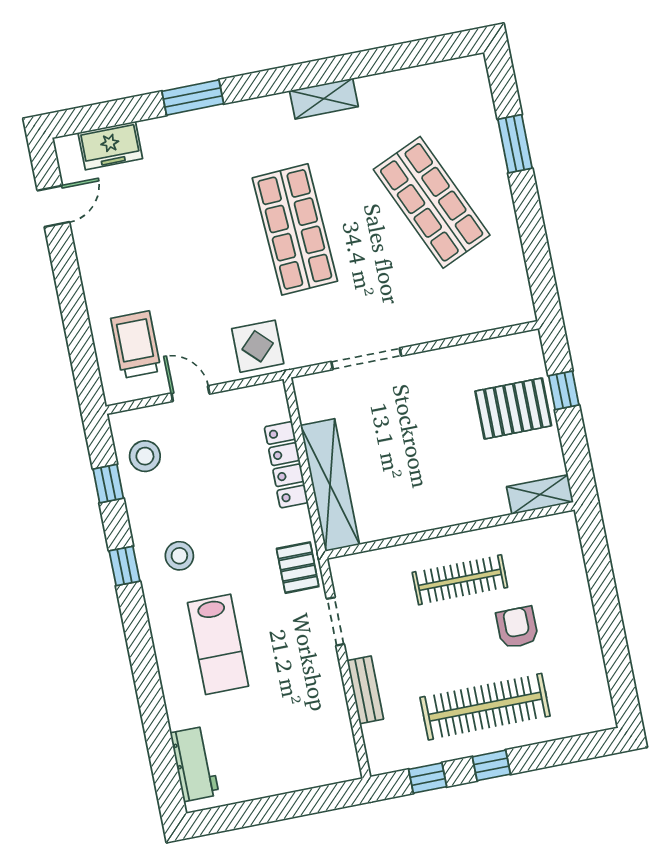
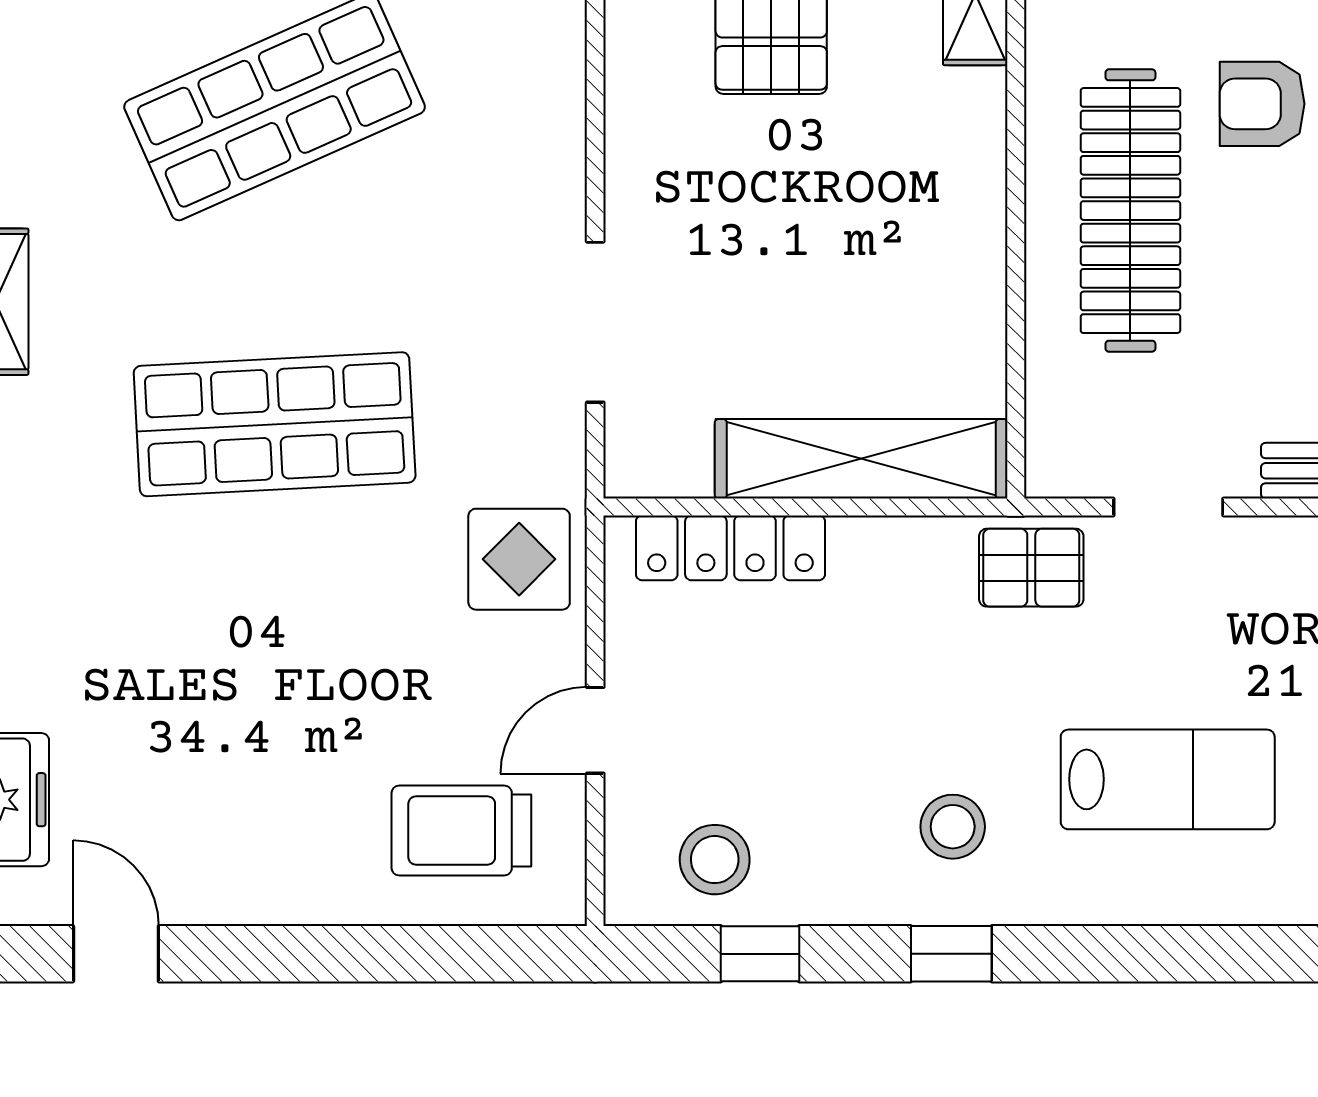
locker: (286, 465) -> (730, 548), moved
clothes rail: (460, 580) -> (1130, 211), width x1.37, depth x1.31

